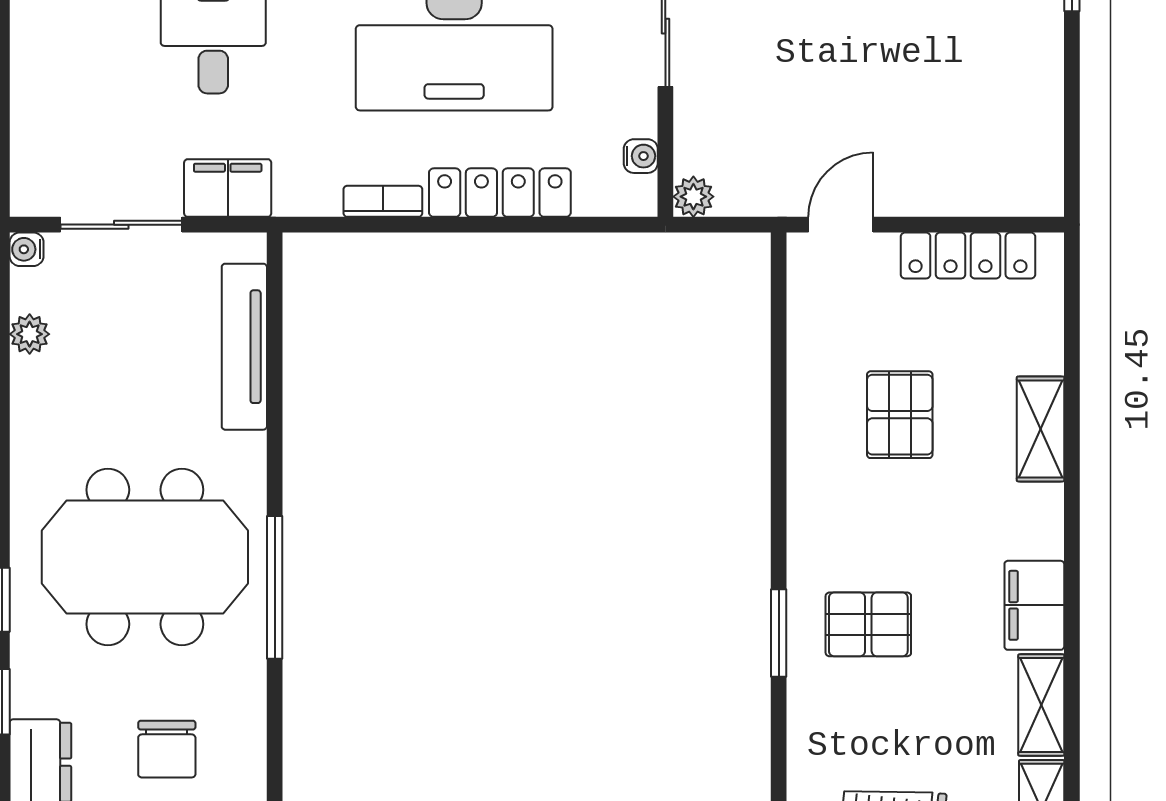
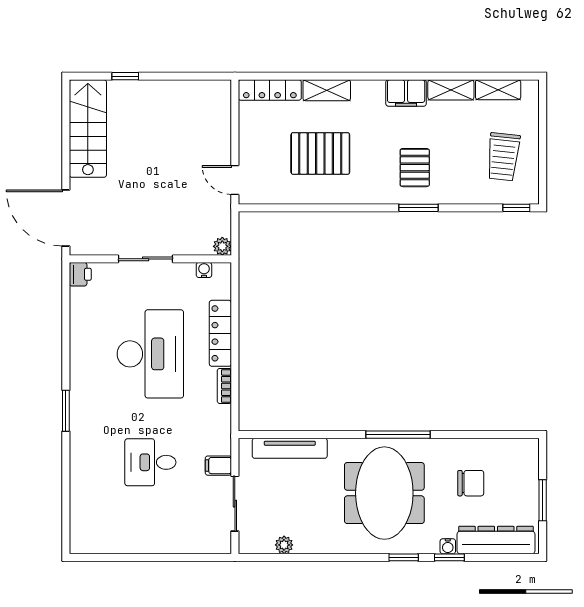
filing cabinet: (228, 188) -> (218, 466), width x0.50
water cooler: (27, 249) -> (448, 546), moved
locker: (968, 256) -> (270, 90), moved, turned 90
pallet: (900, 415) -> (320, 153), width x1.50, depth x1.42

